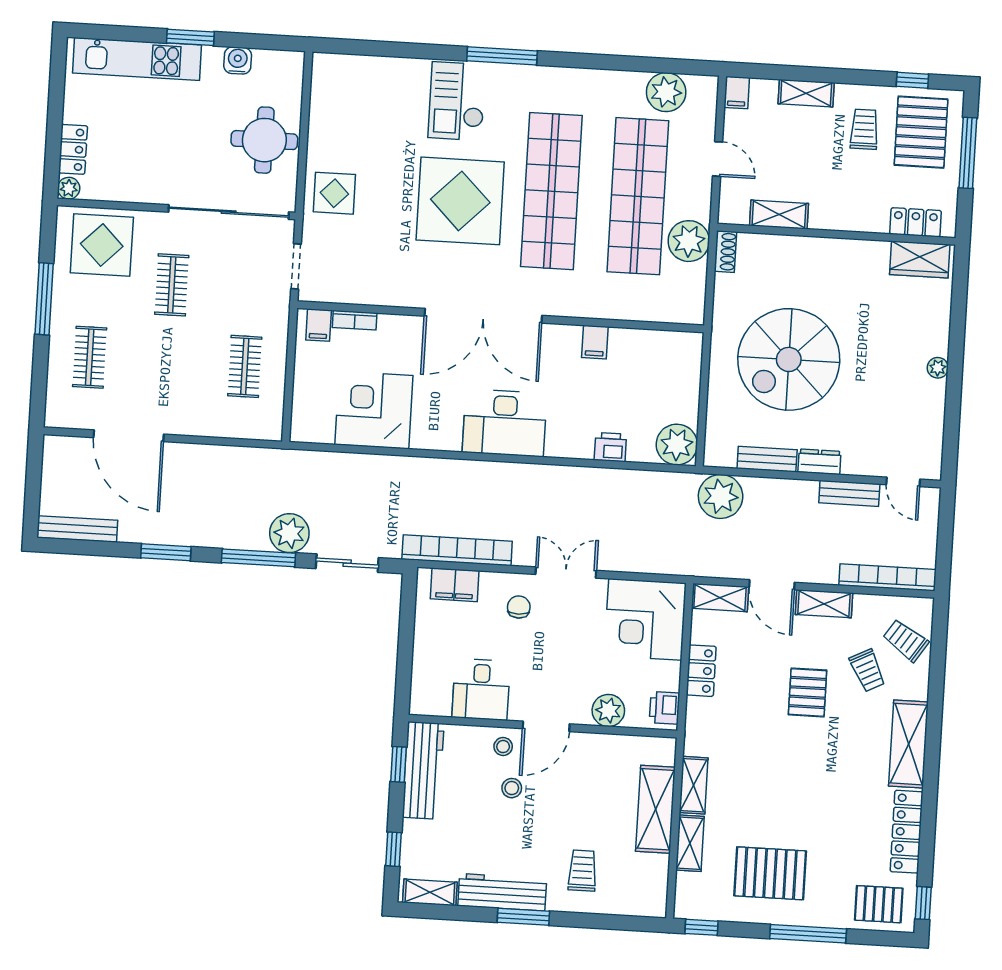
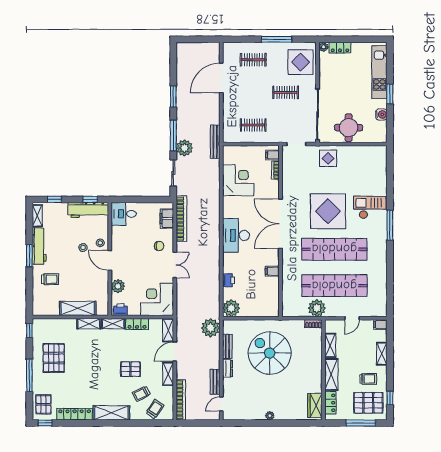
plant: (666, 92) -> (379, 295), removed
shelving: (849, 216) -> (331, 375), added
bench: (77, 529) -> (215, 142), moved
desk: (481, 689) -> (124, 214), moved
shelving: (690, 843) -> (113, 324), moved

